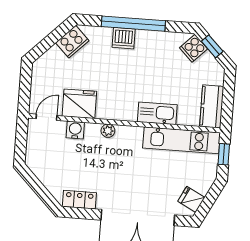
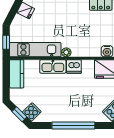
dishwasher: (124, 38) -> (74, 66), moved, turned 180
plant: (108, 131) -> (66, 52), moved

